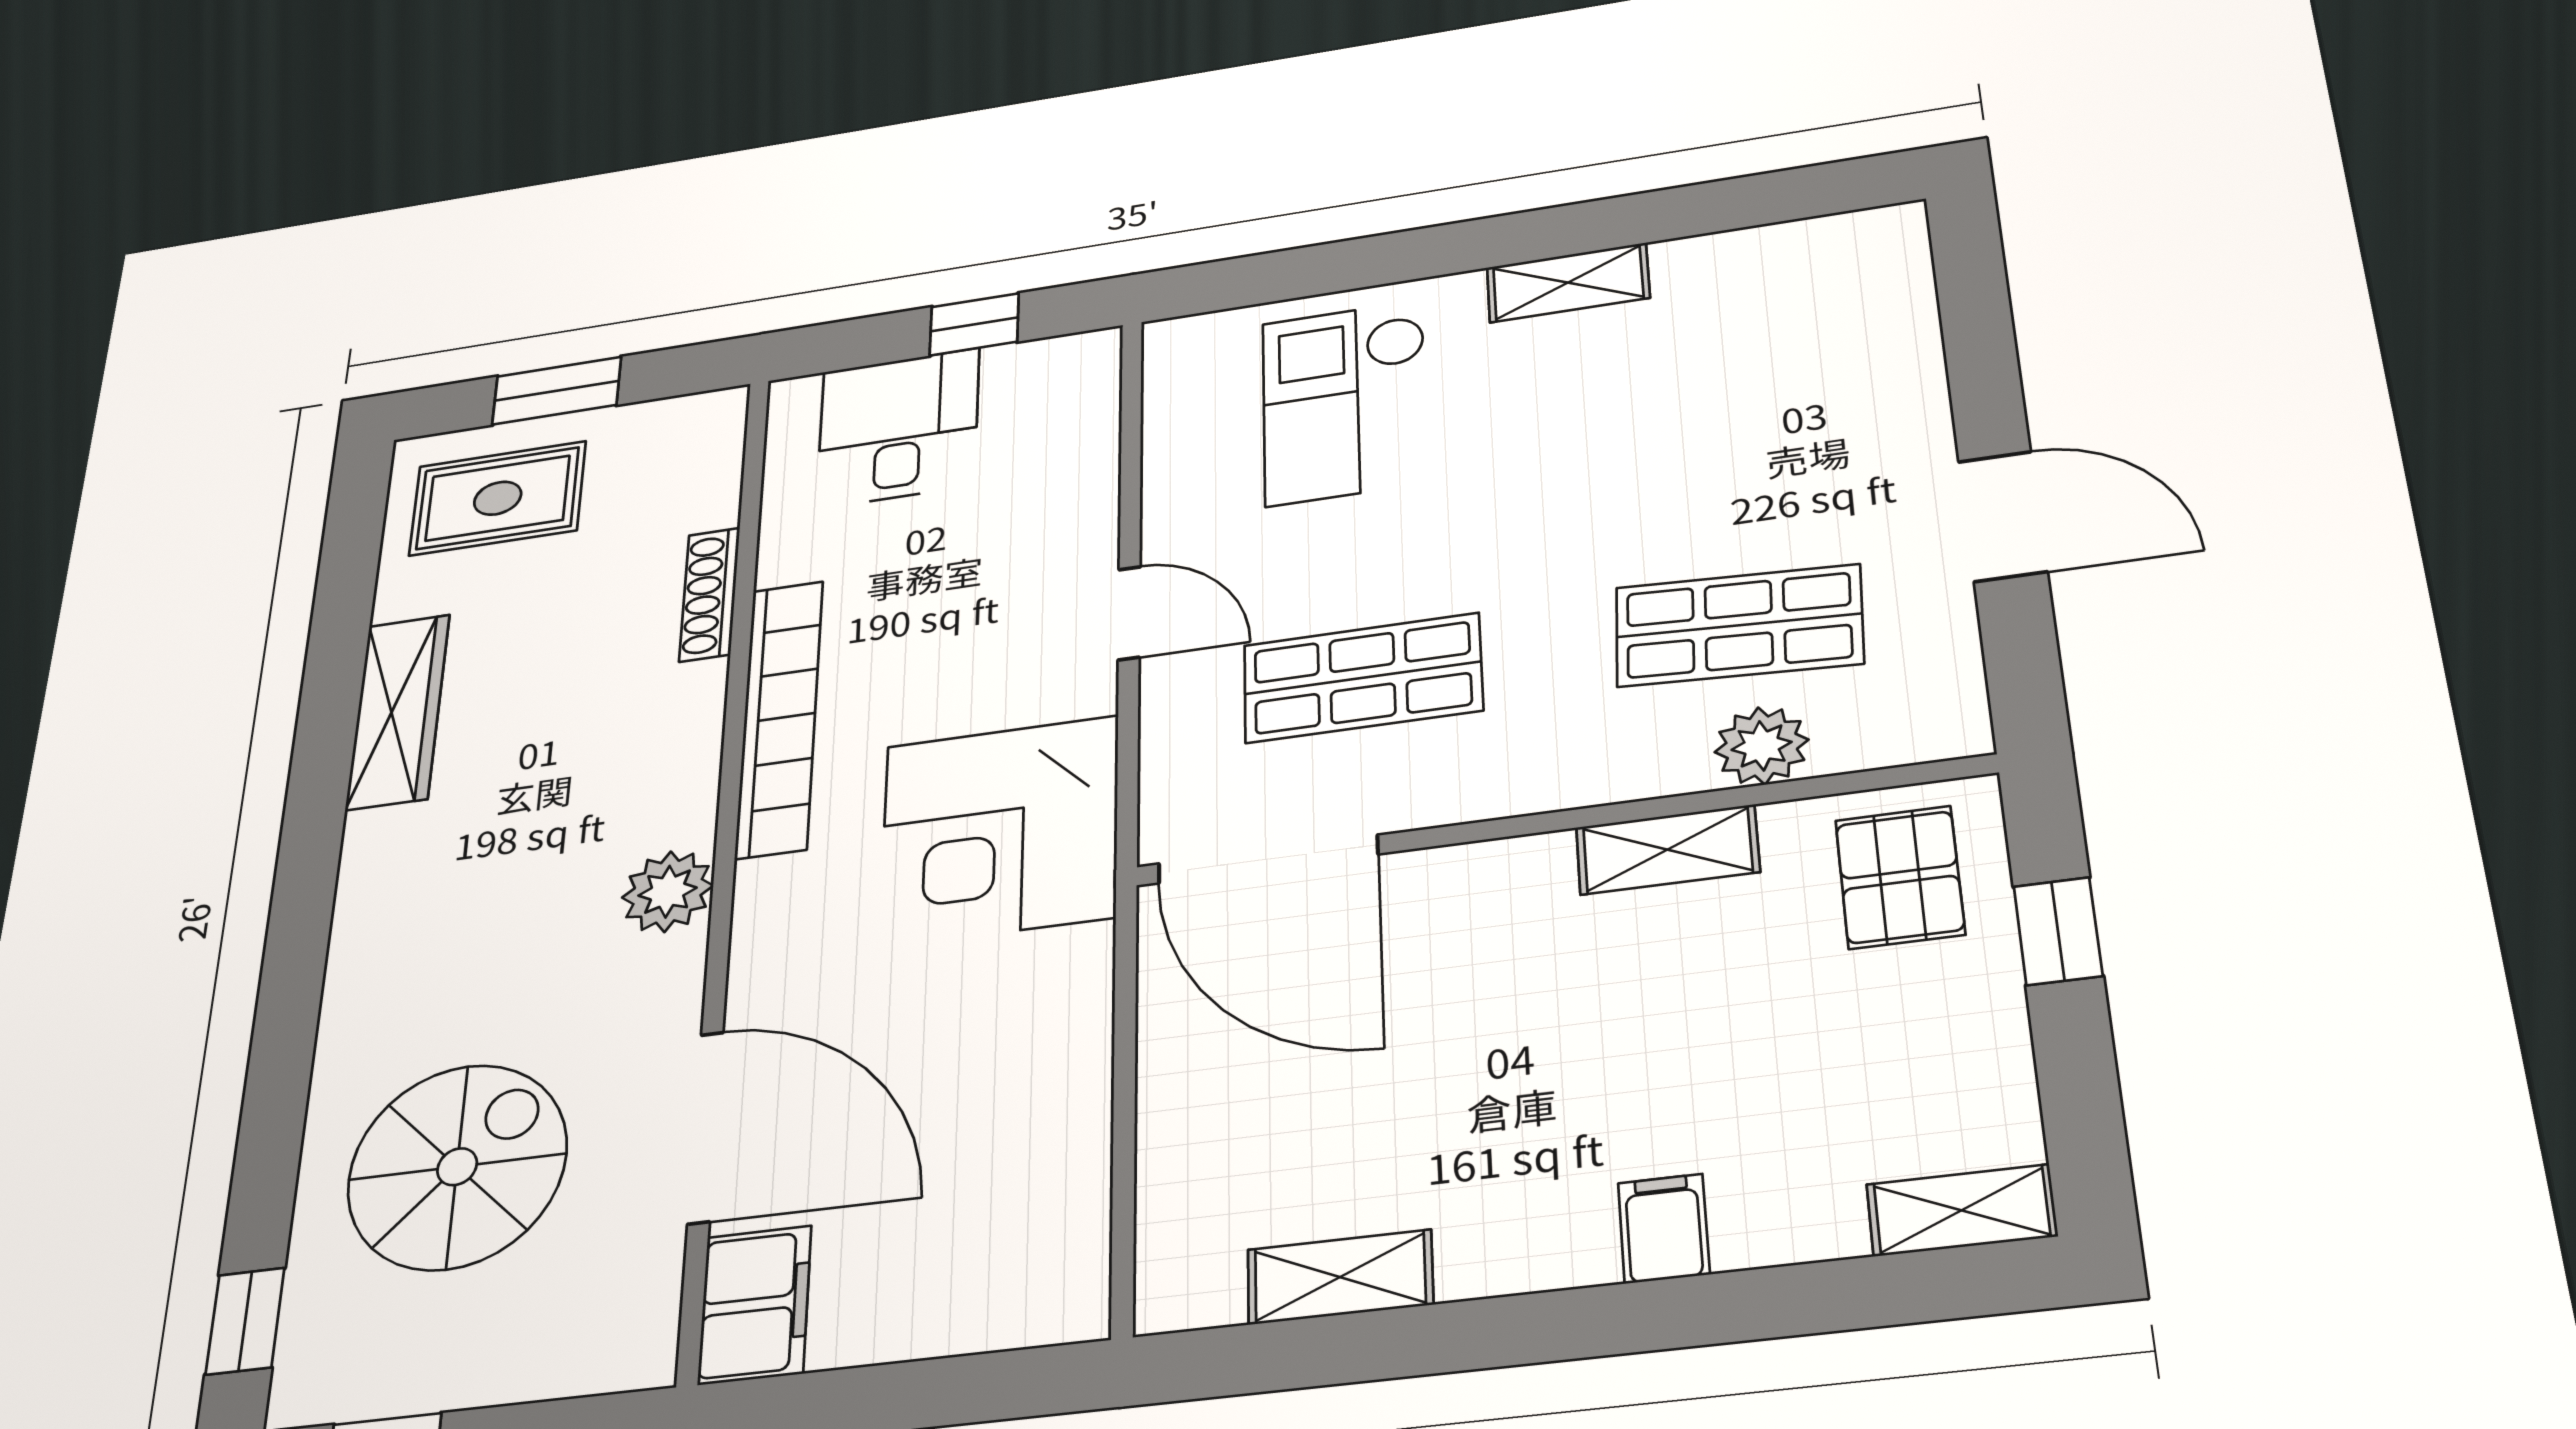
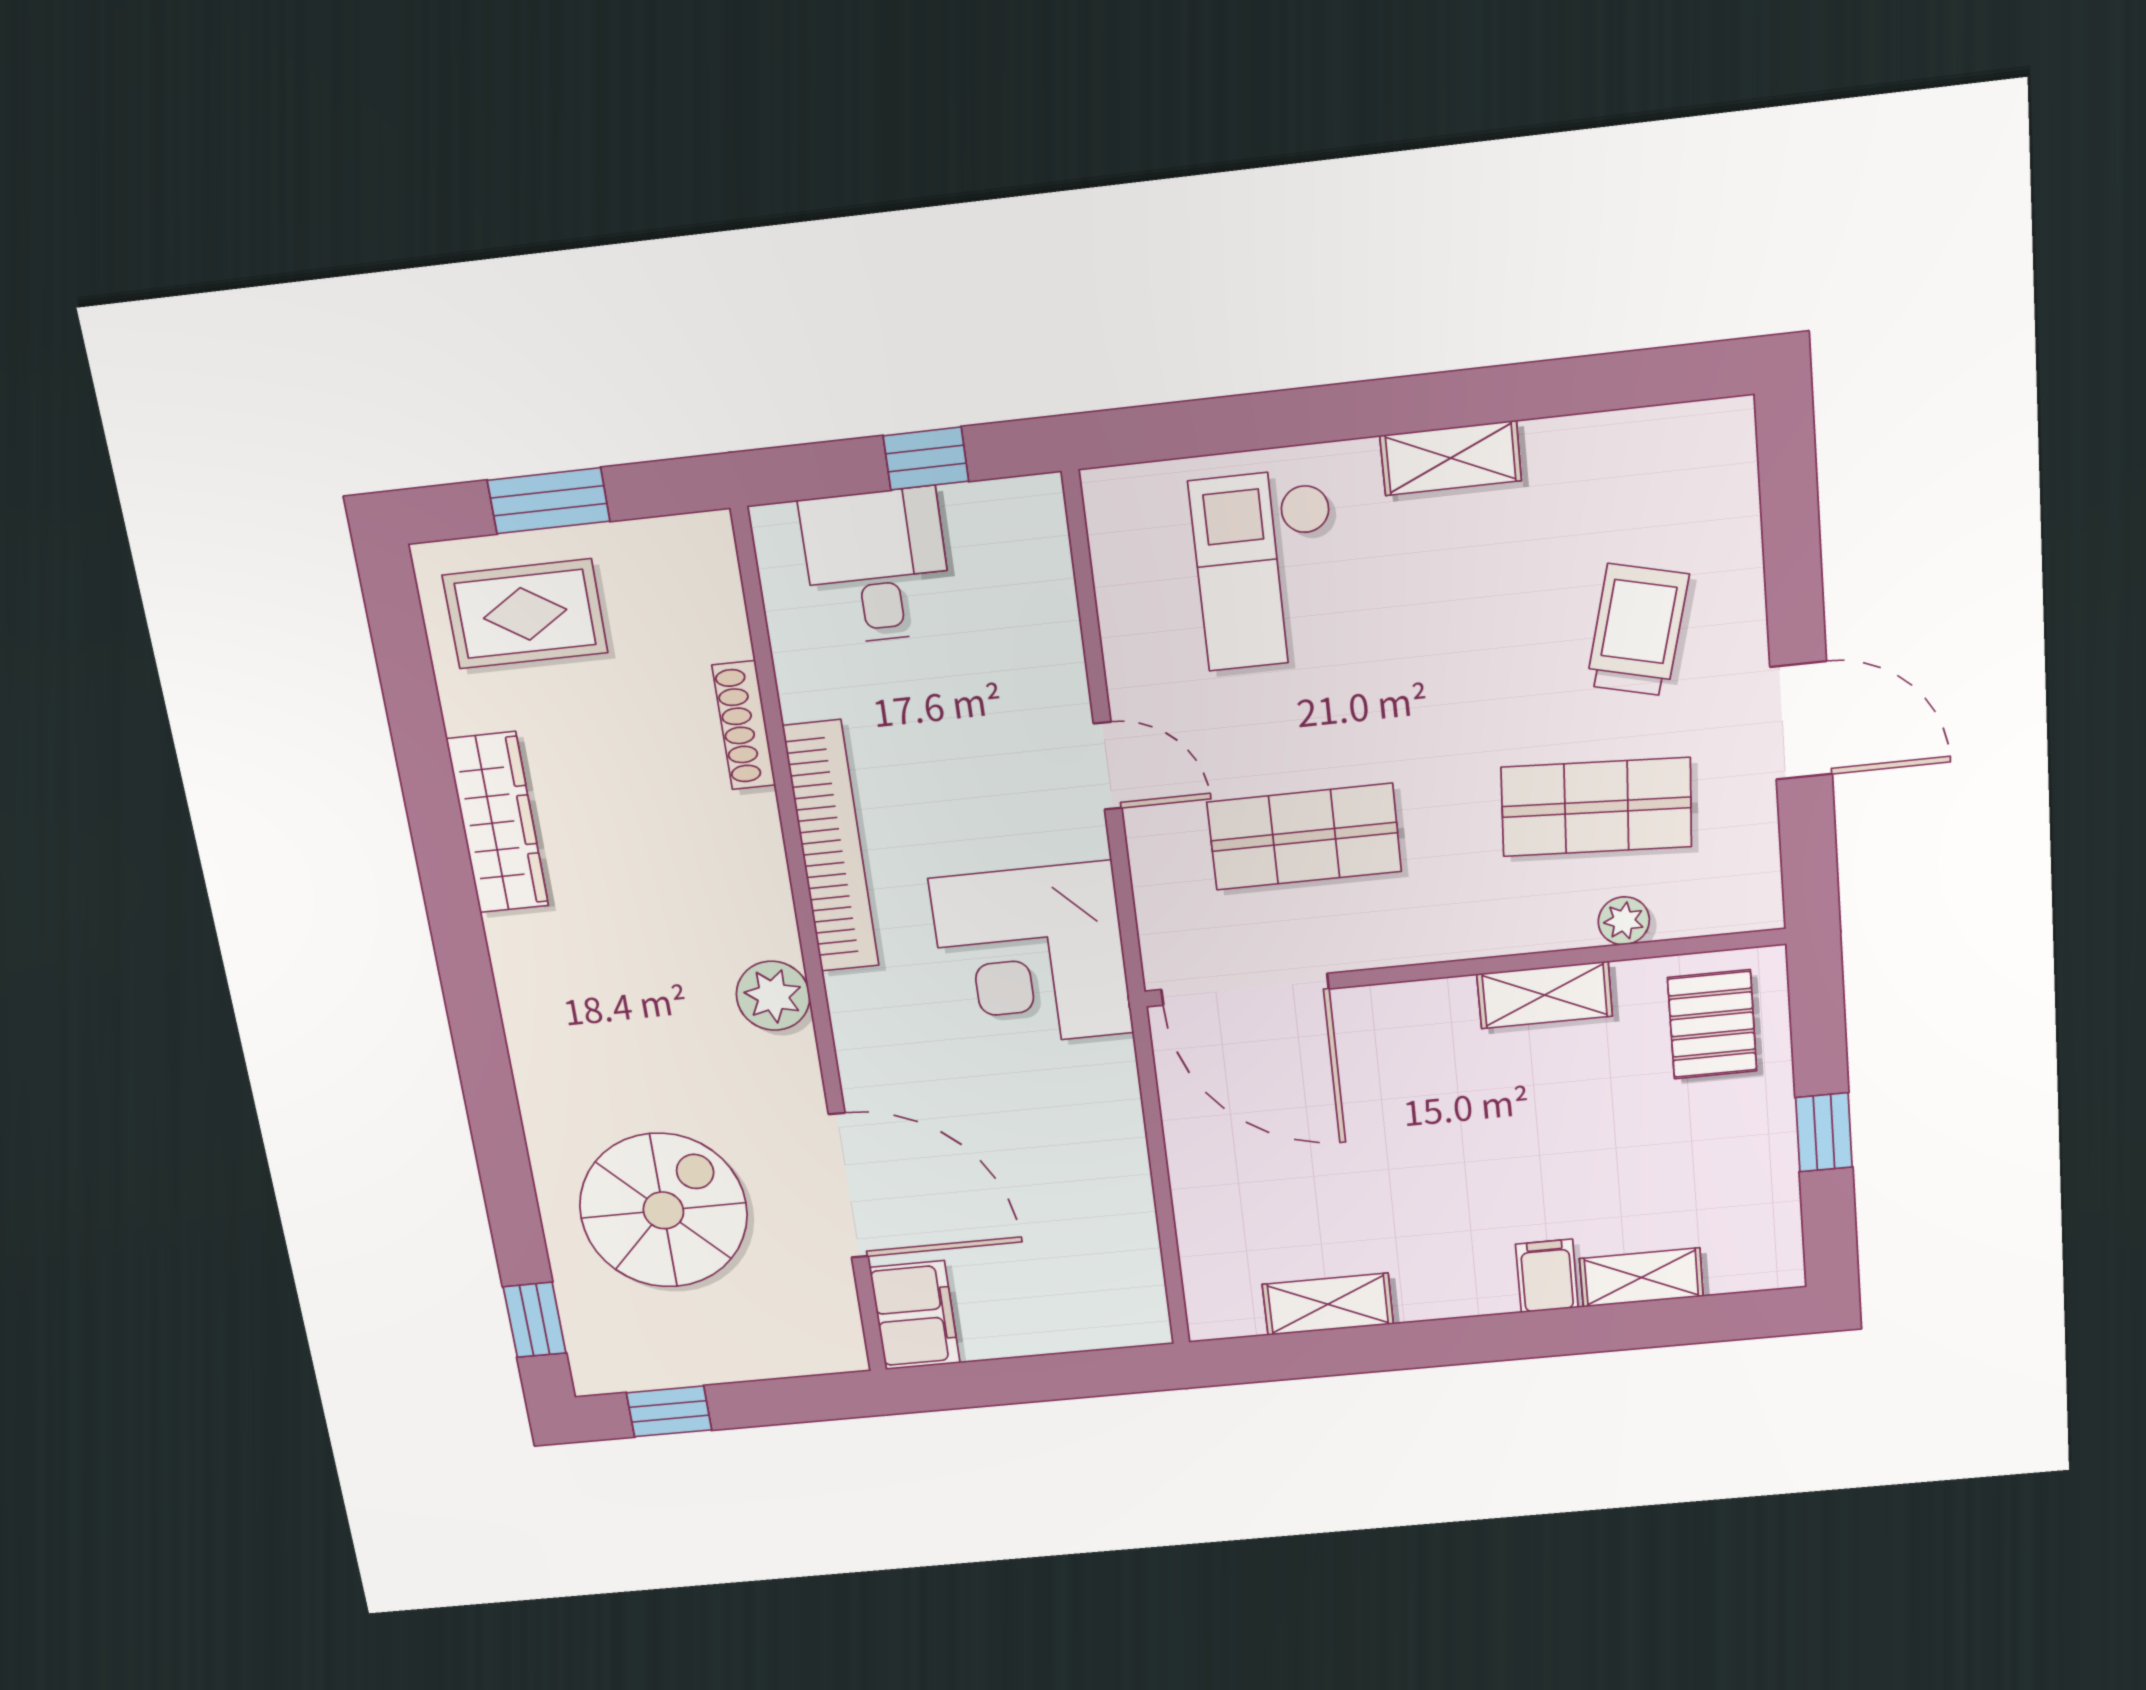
trolley: (1790, 434) -> (1637, 630), added
plant: (1762, 746) -> (1624, 921), width x0.73, depth x0.73
window: (2058, 931) -> (1824, 1132), moved
shelving: (1962, 1210) -> (1641, 1277), moved

